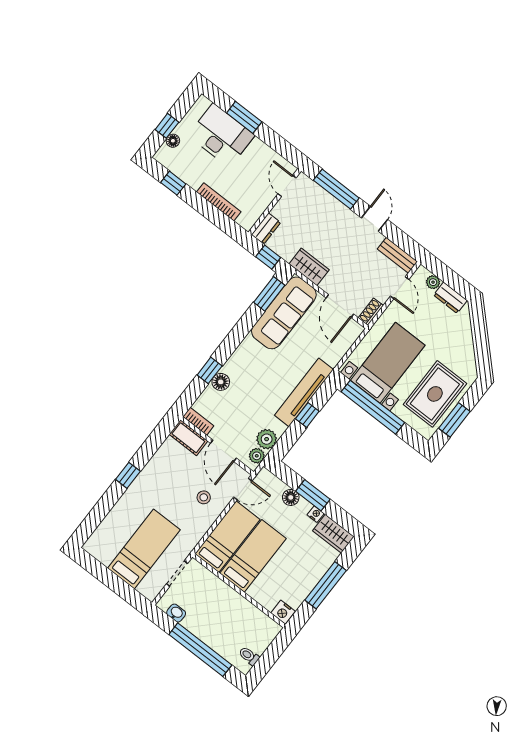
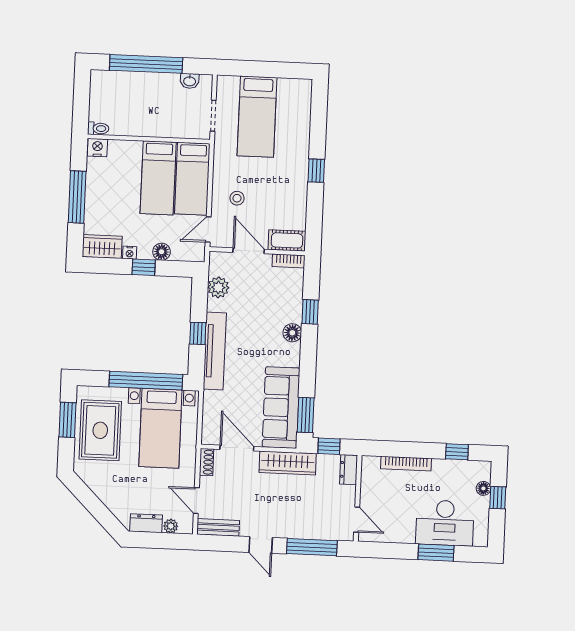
wardrobe: (309, 267) -> (288, 463), width x1.50
floor lamp: (221, 382) -> (292, 333), moved
plant: (257, 456) -> (217, 267), removed
window: (313, 495) -> (144, 267), width x0.67
toilet: (249, 656) -> (98, 128), moved

